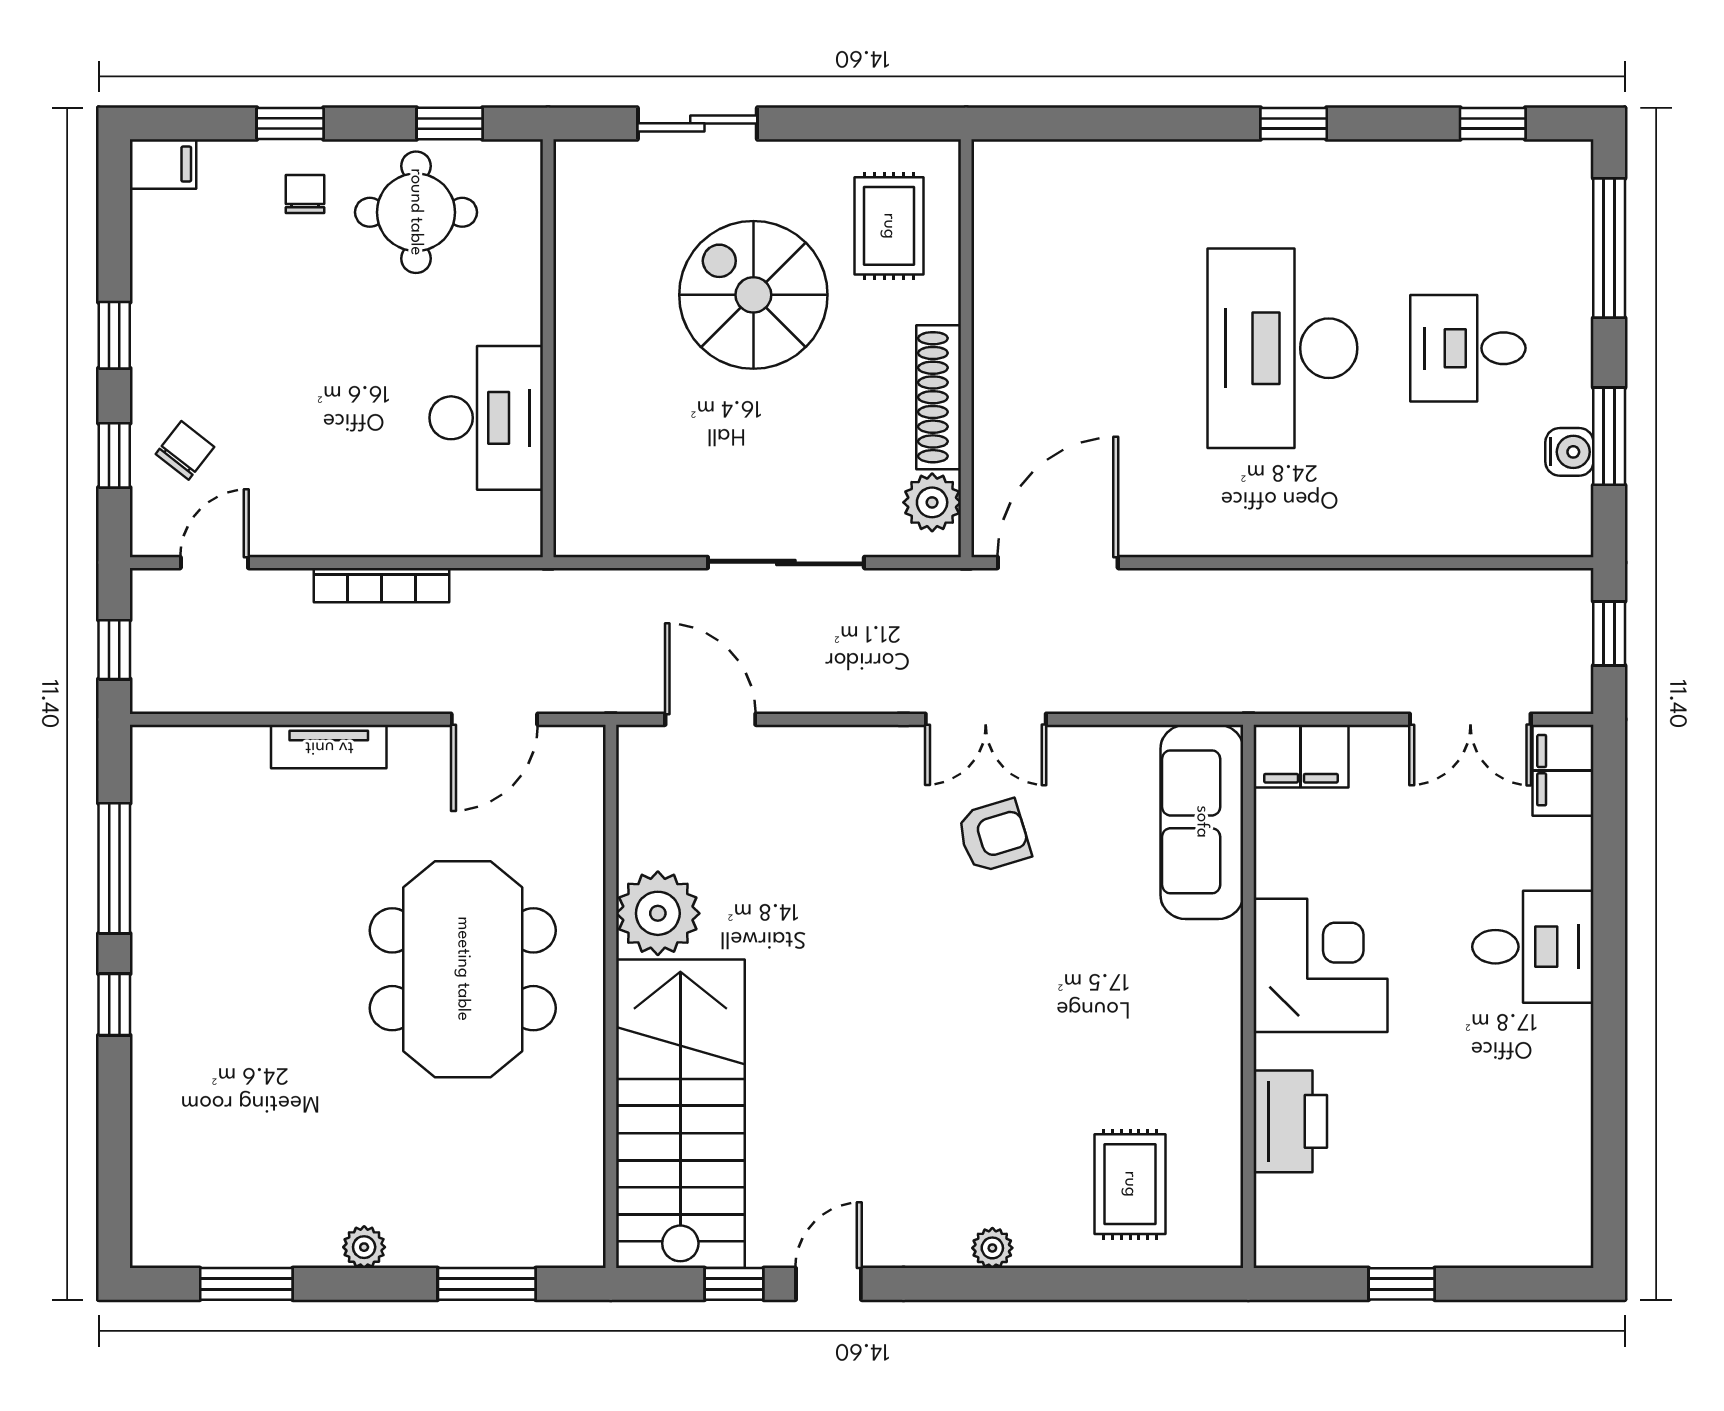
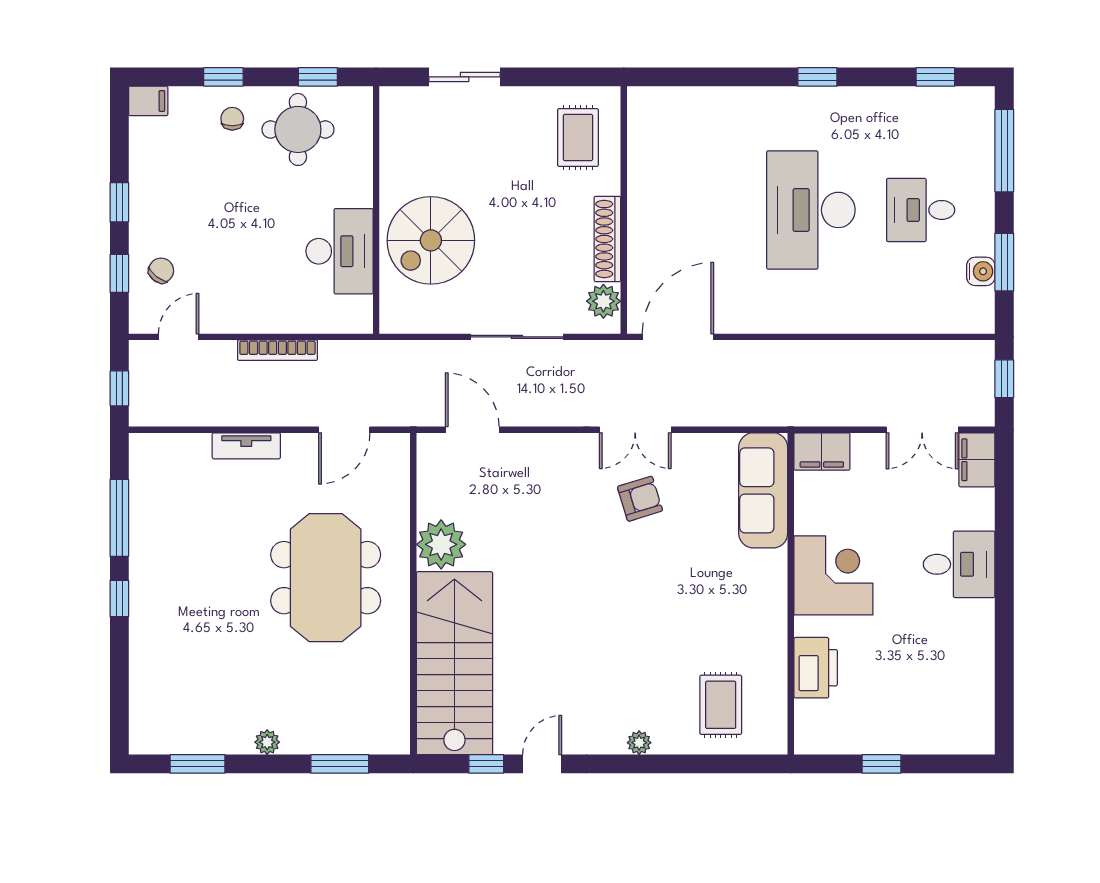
spiral stairs: (753, 295) -> (431, 240), moved, turned -90

